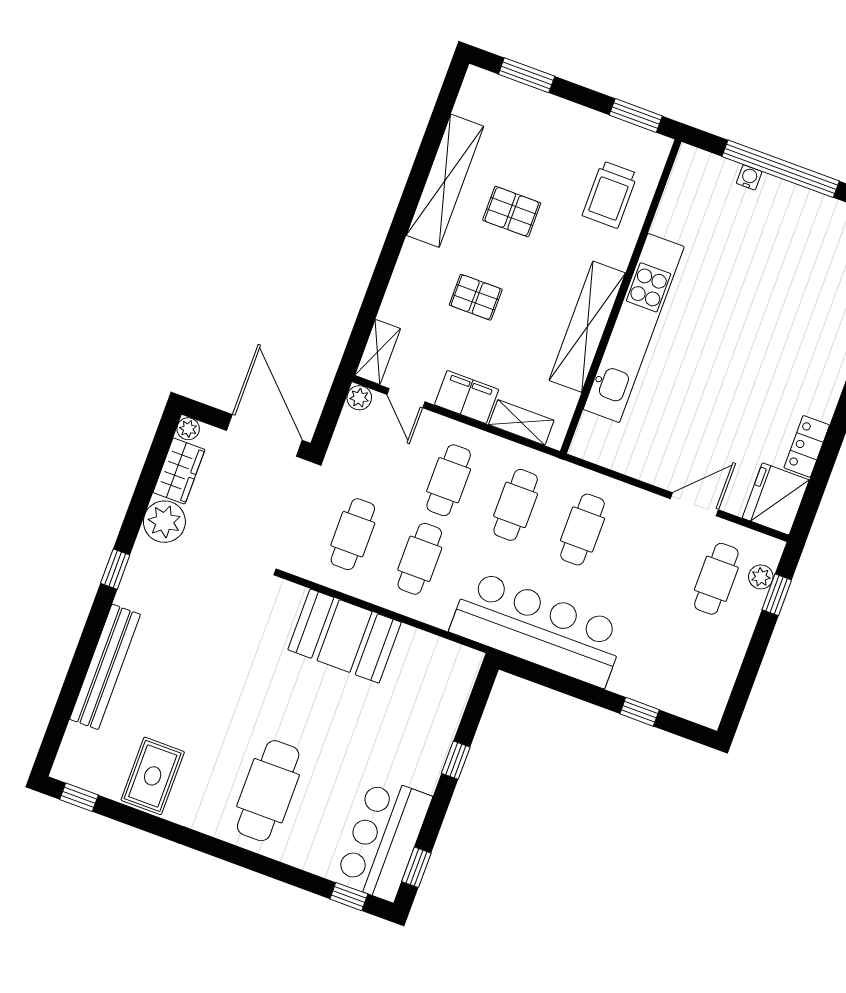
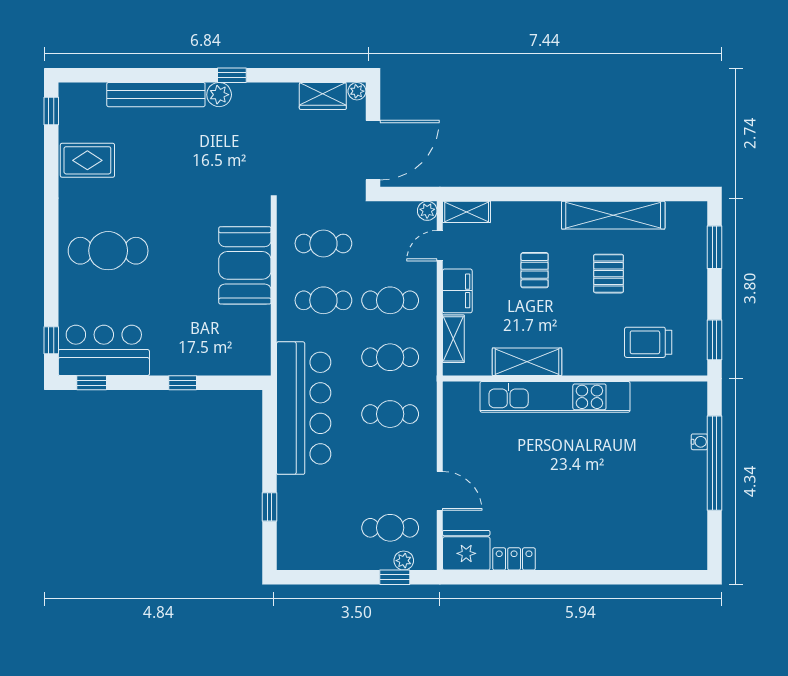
shelving: (587, 327) -> (527, 362), width x0.68
plant: (164, 522) -> (219, 95), moved, width x0.73, depth x0.73

